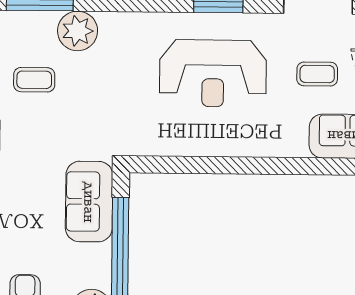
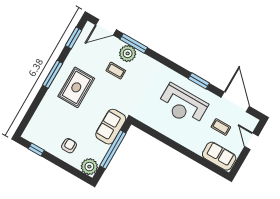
plant: (78, 31) -> (128, 53), moved

